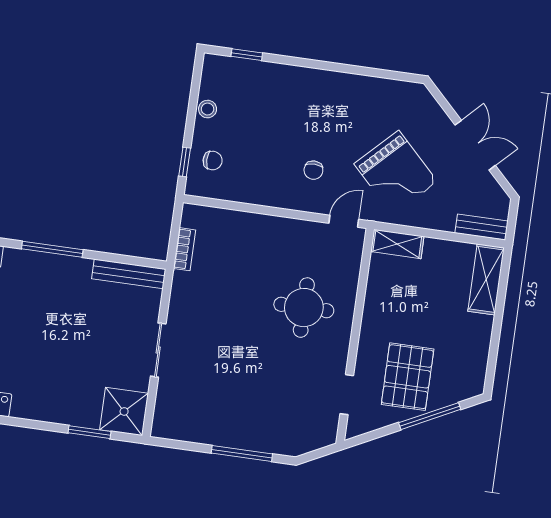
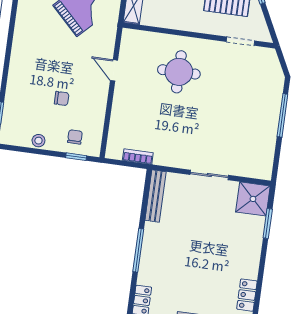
chair: (313, 170) -> (62, 98), moved
door: (344, 221) -> (114, 70), moved

